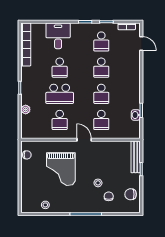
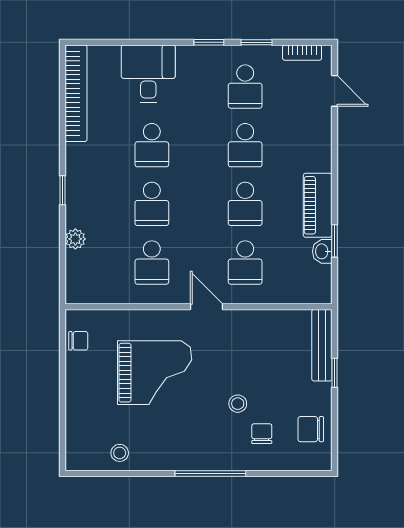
school desk: (60, 94) -> (152, 204), width x0.54
piano: (134, 94) -> (318, 205), added
grand piano: (61, 169) -> (155, 373), turned -90

